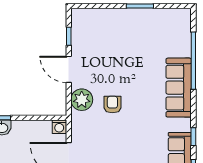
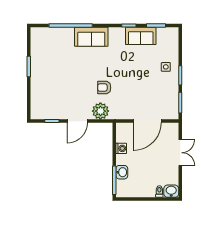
sofa: (179, 88) -> (91, 37), width x0.73
washing machine: (59, 127) -> (121, 148), moved

